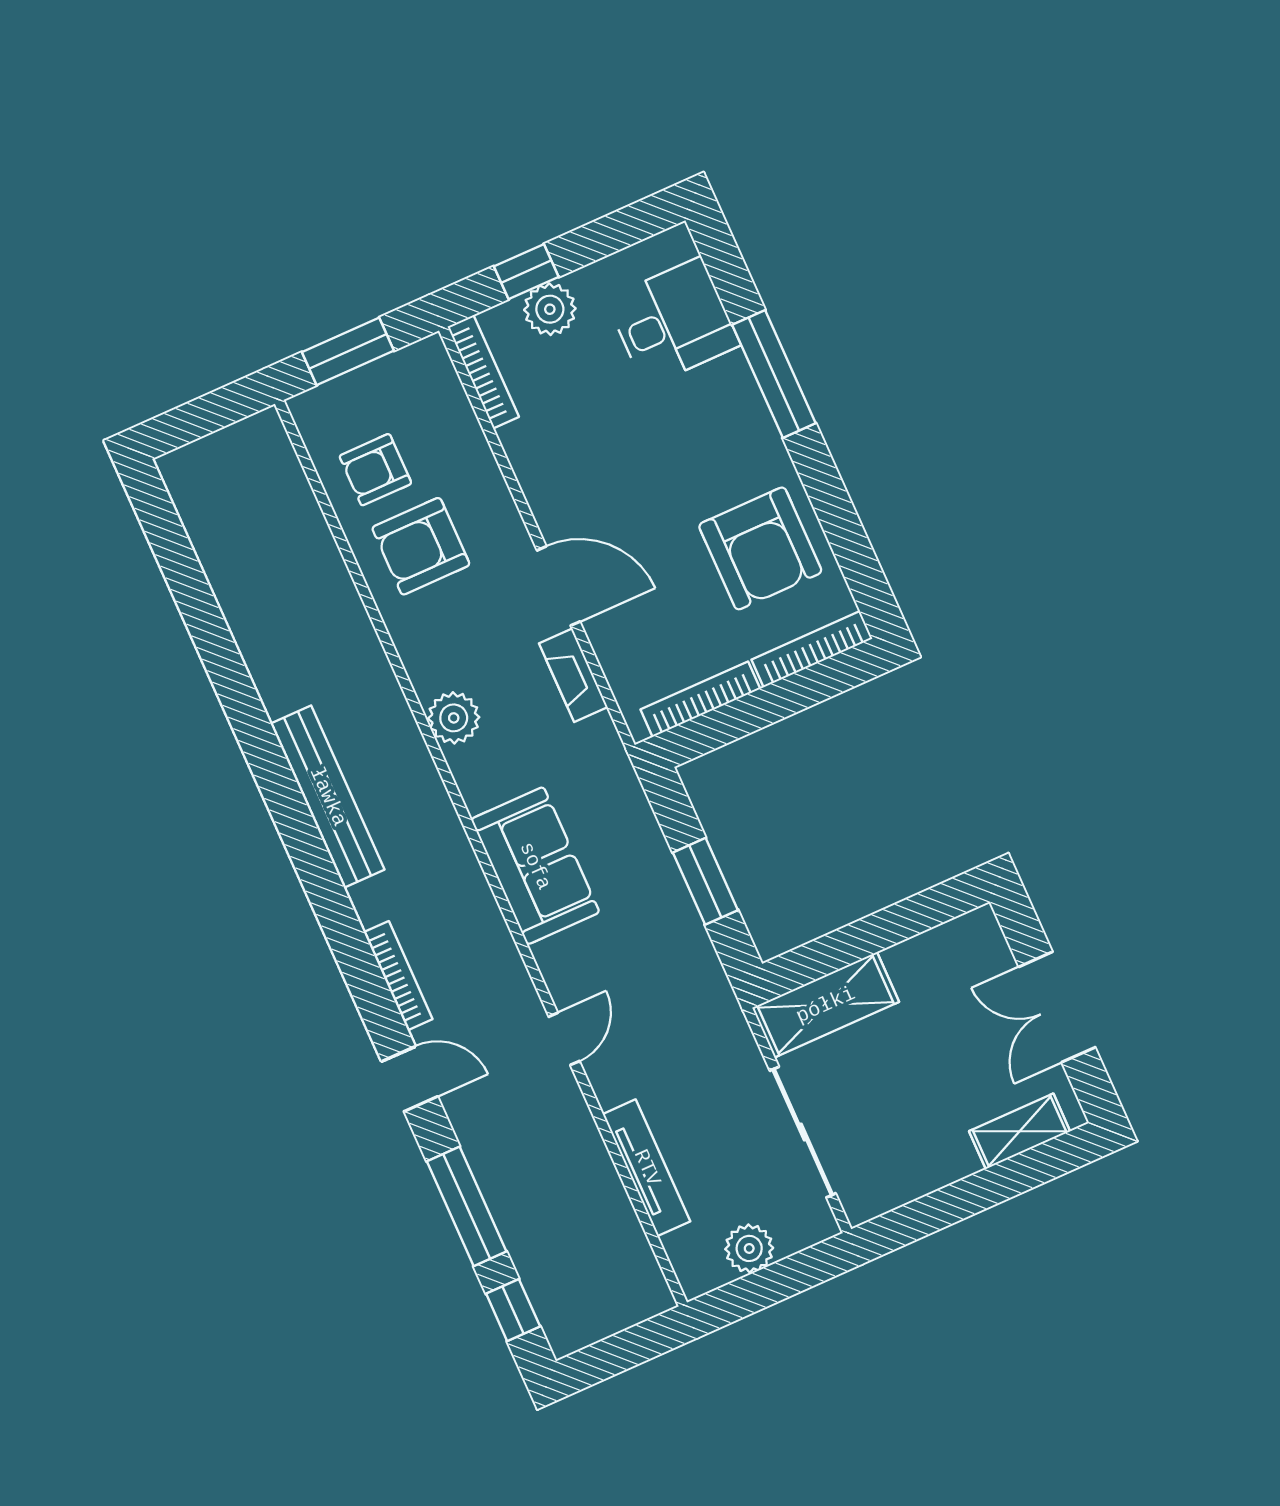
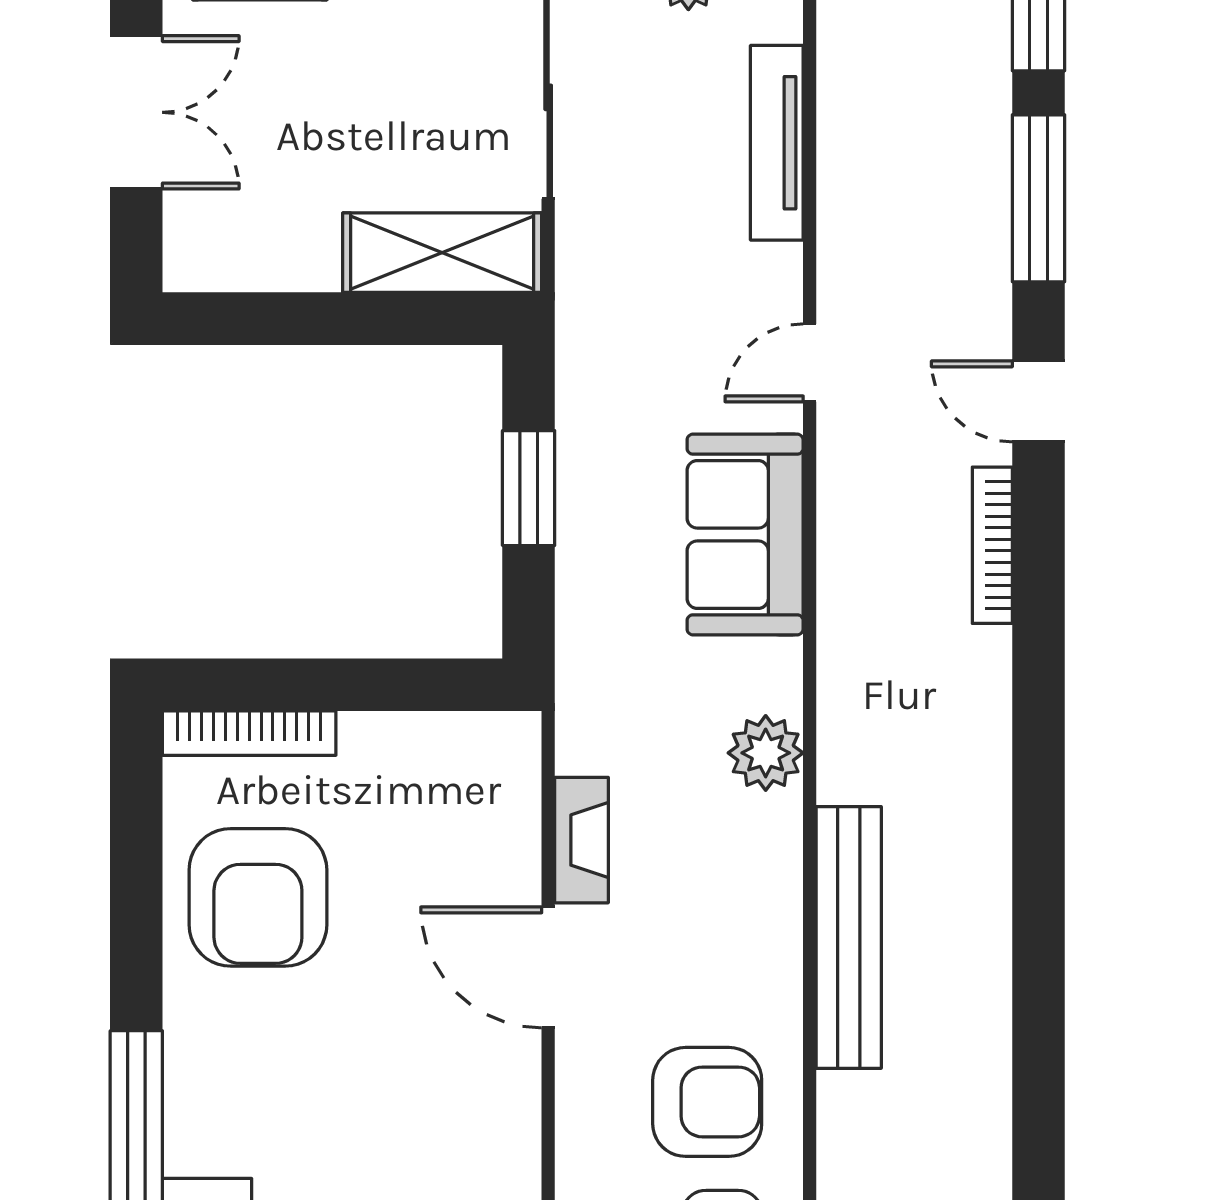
armchair: (760, 548) -> (258, 897), turned 180
bookcase: (700, 699) -> (427, 733), removed
plant: (454, 718) -> (766, 753), moved
bench: (328, 797) -> (849, 937), moved
sofa: (535, 866) -> (745, 534), moved

